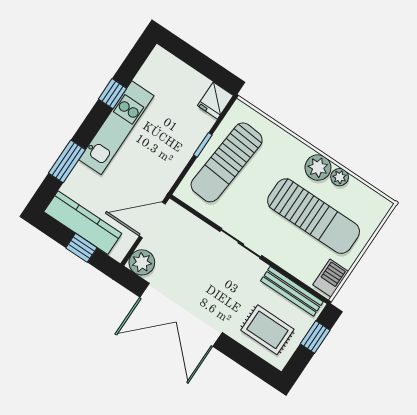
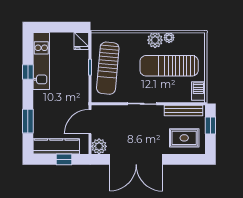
kitchen unit: (116, 128) -> (41, 61), moved
sun lounger: (314, 216) -> (169, 66), turned 180

